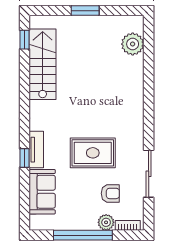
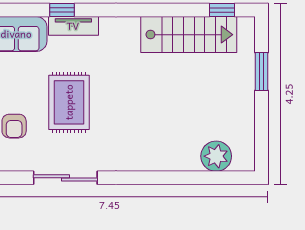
window: (85, 11) -> (261, 72), moved
sliding door: (149, 174) -> (65, 178), moved

